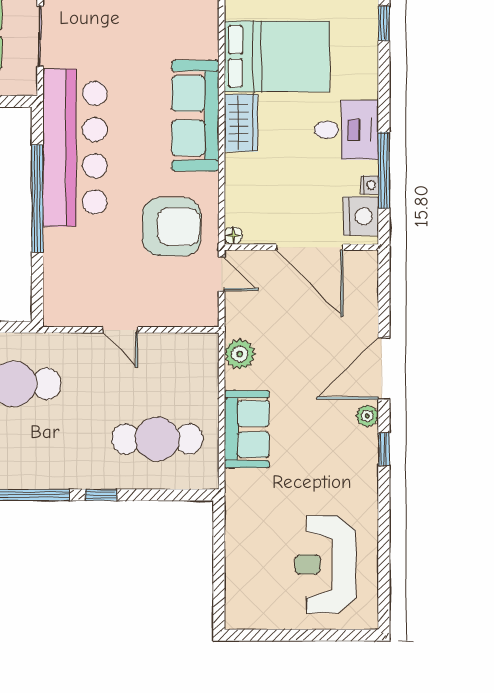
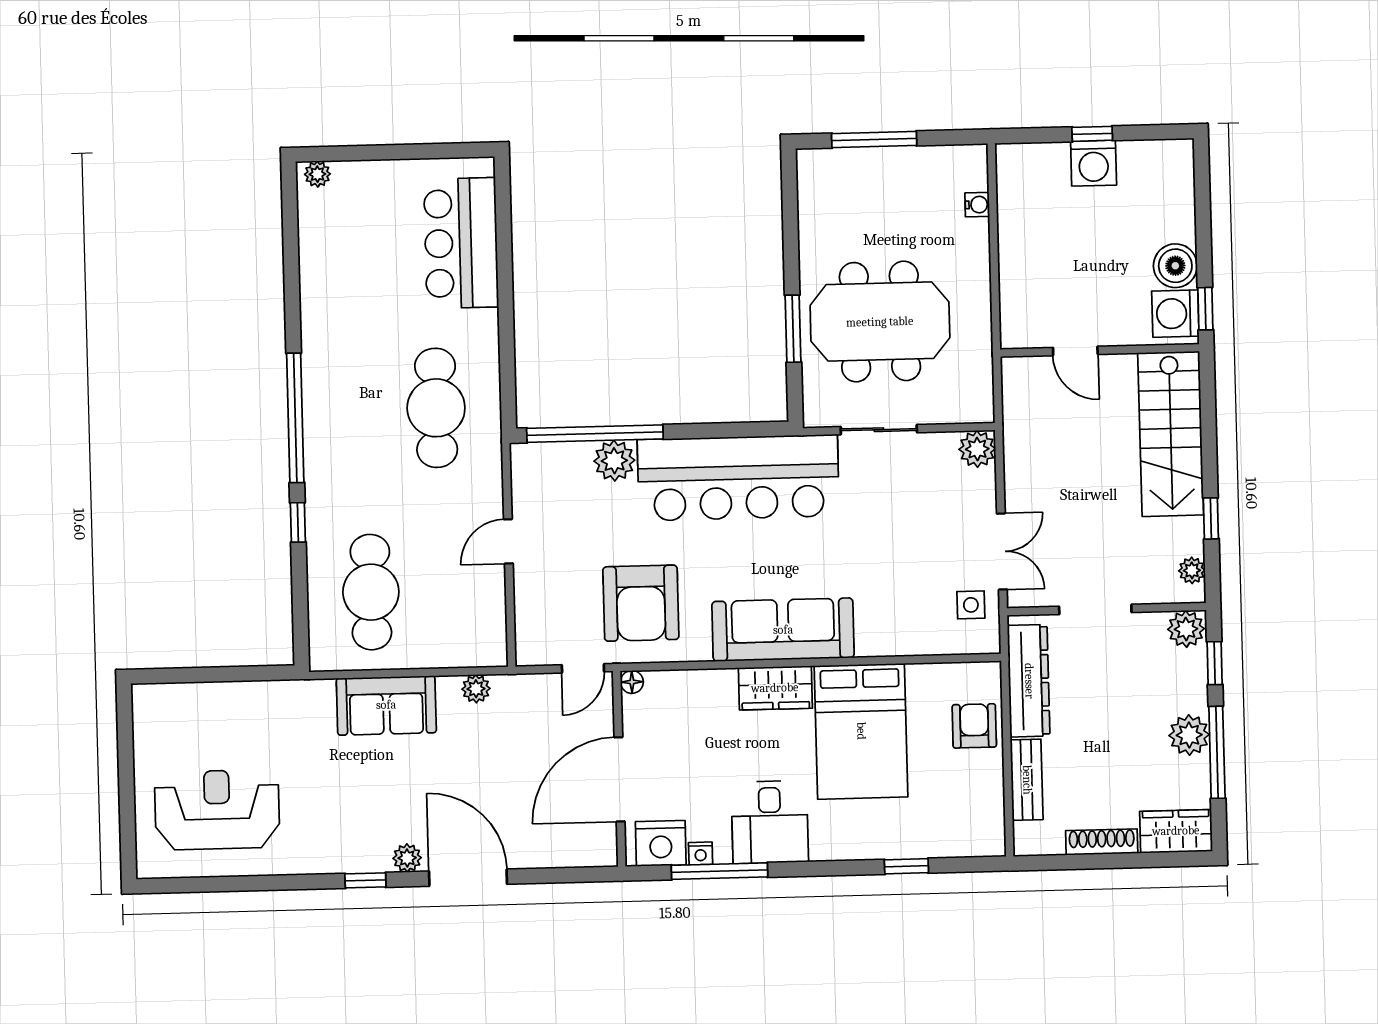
window: (37, 198) -> (595, 434), moved
plant: (59, 245) -> (614, 461), added
plant: (240, 354) -> (476, 689), width x0.73, depth x0.73

